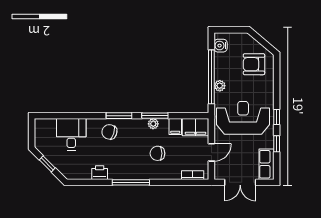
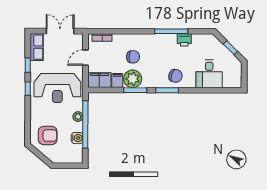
water cooler: (221, 46) -> (77, 138), moved
plant: (153, 124) -> (133, 79), width x1.88, depth x1.88
window: (131, 182) -> (171, 31), moved

